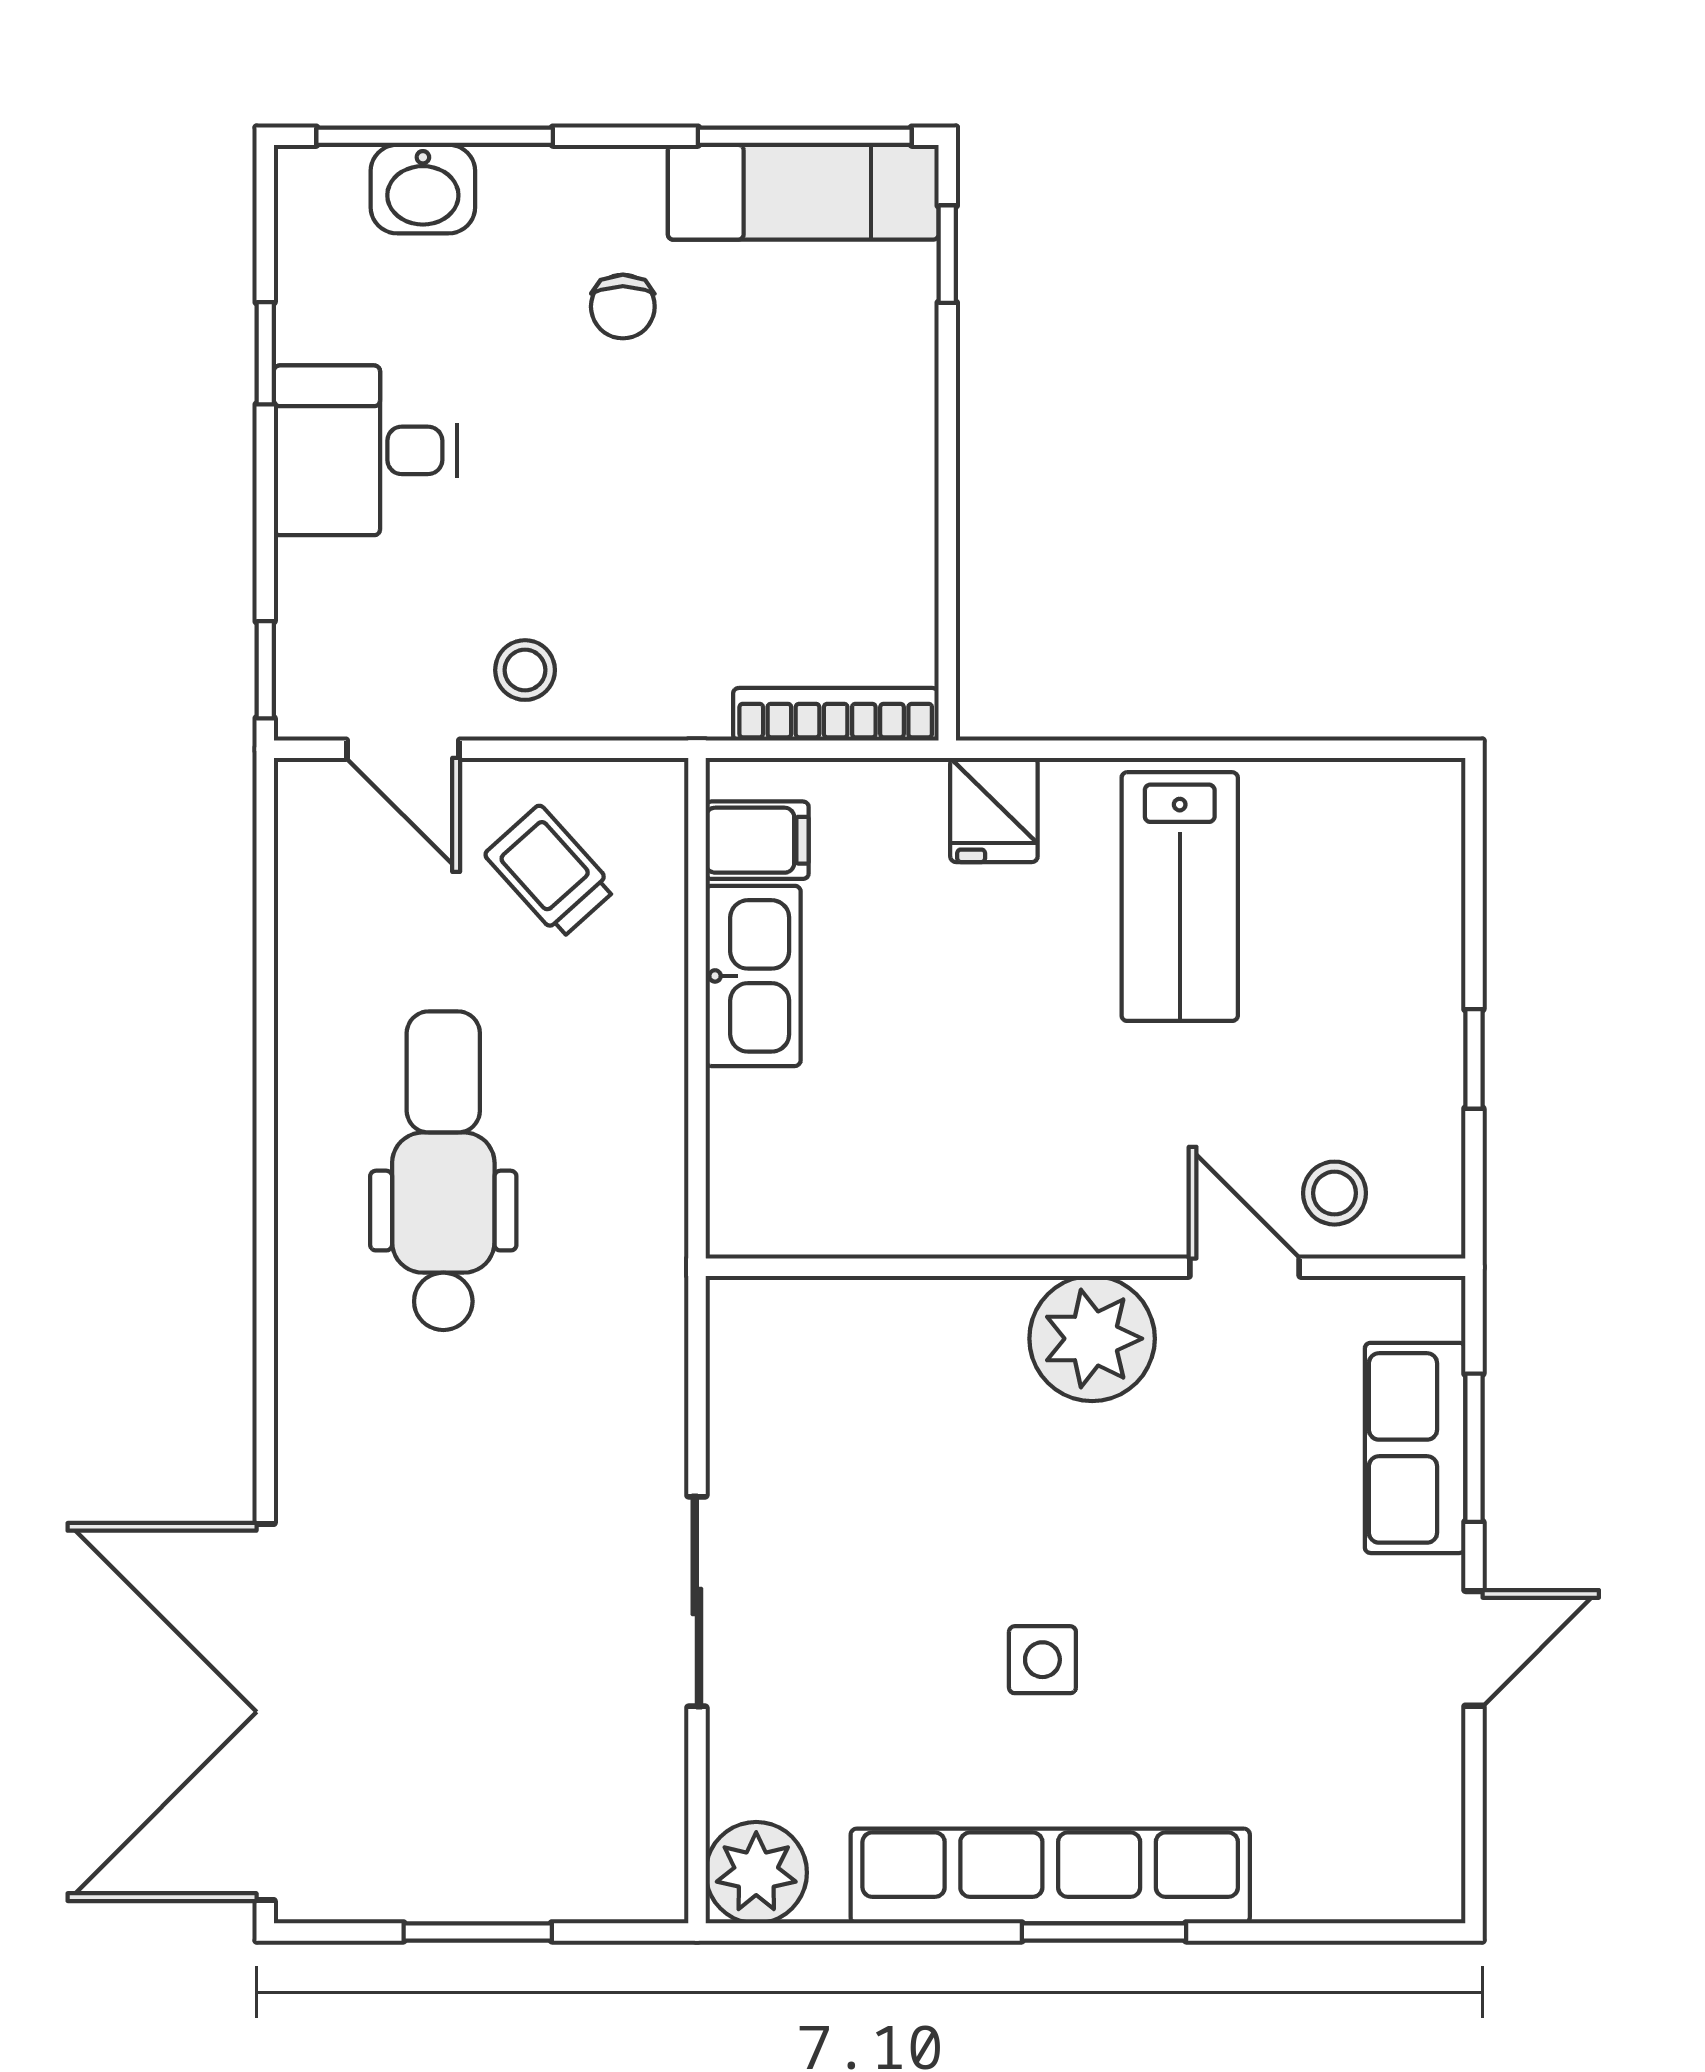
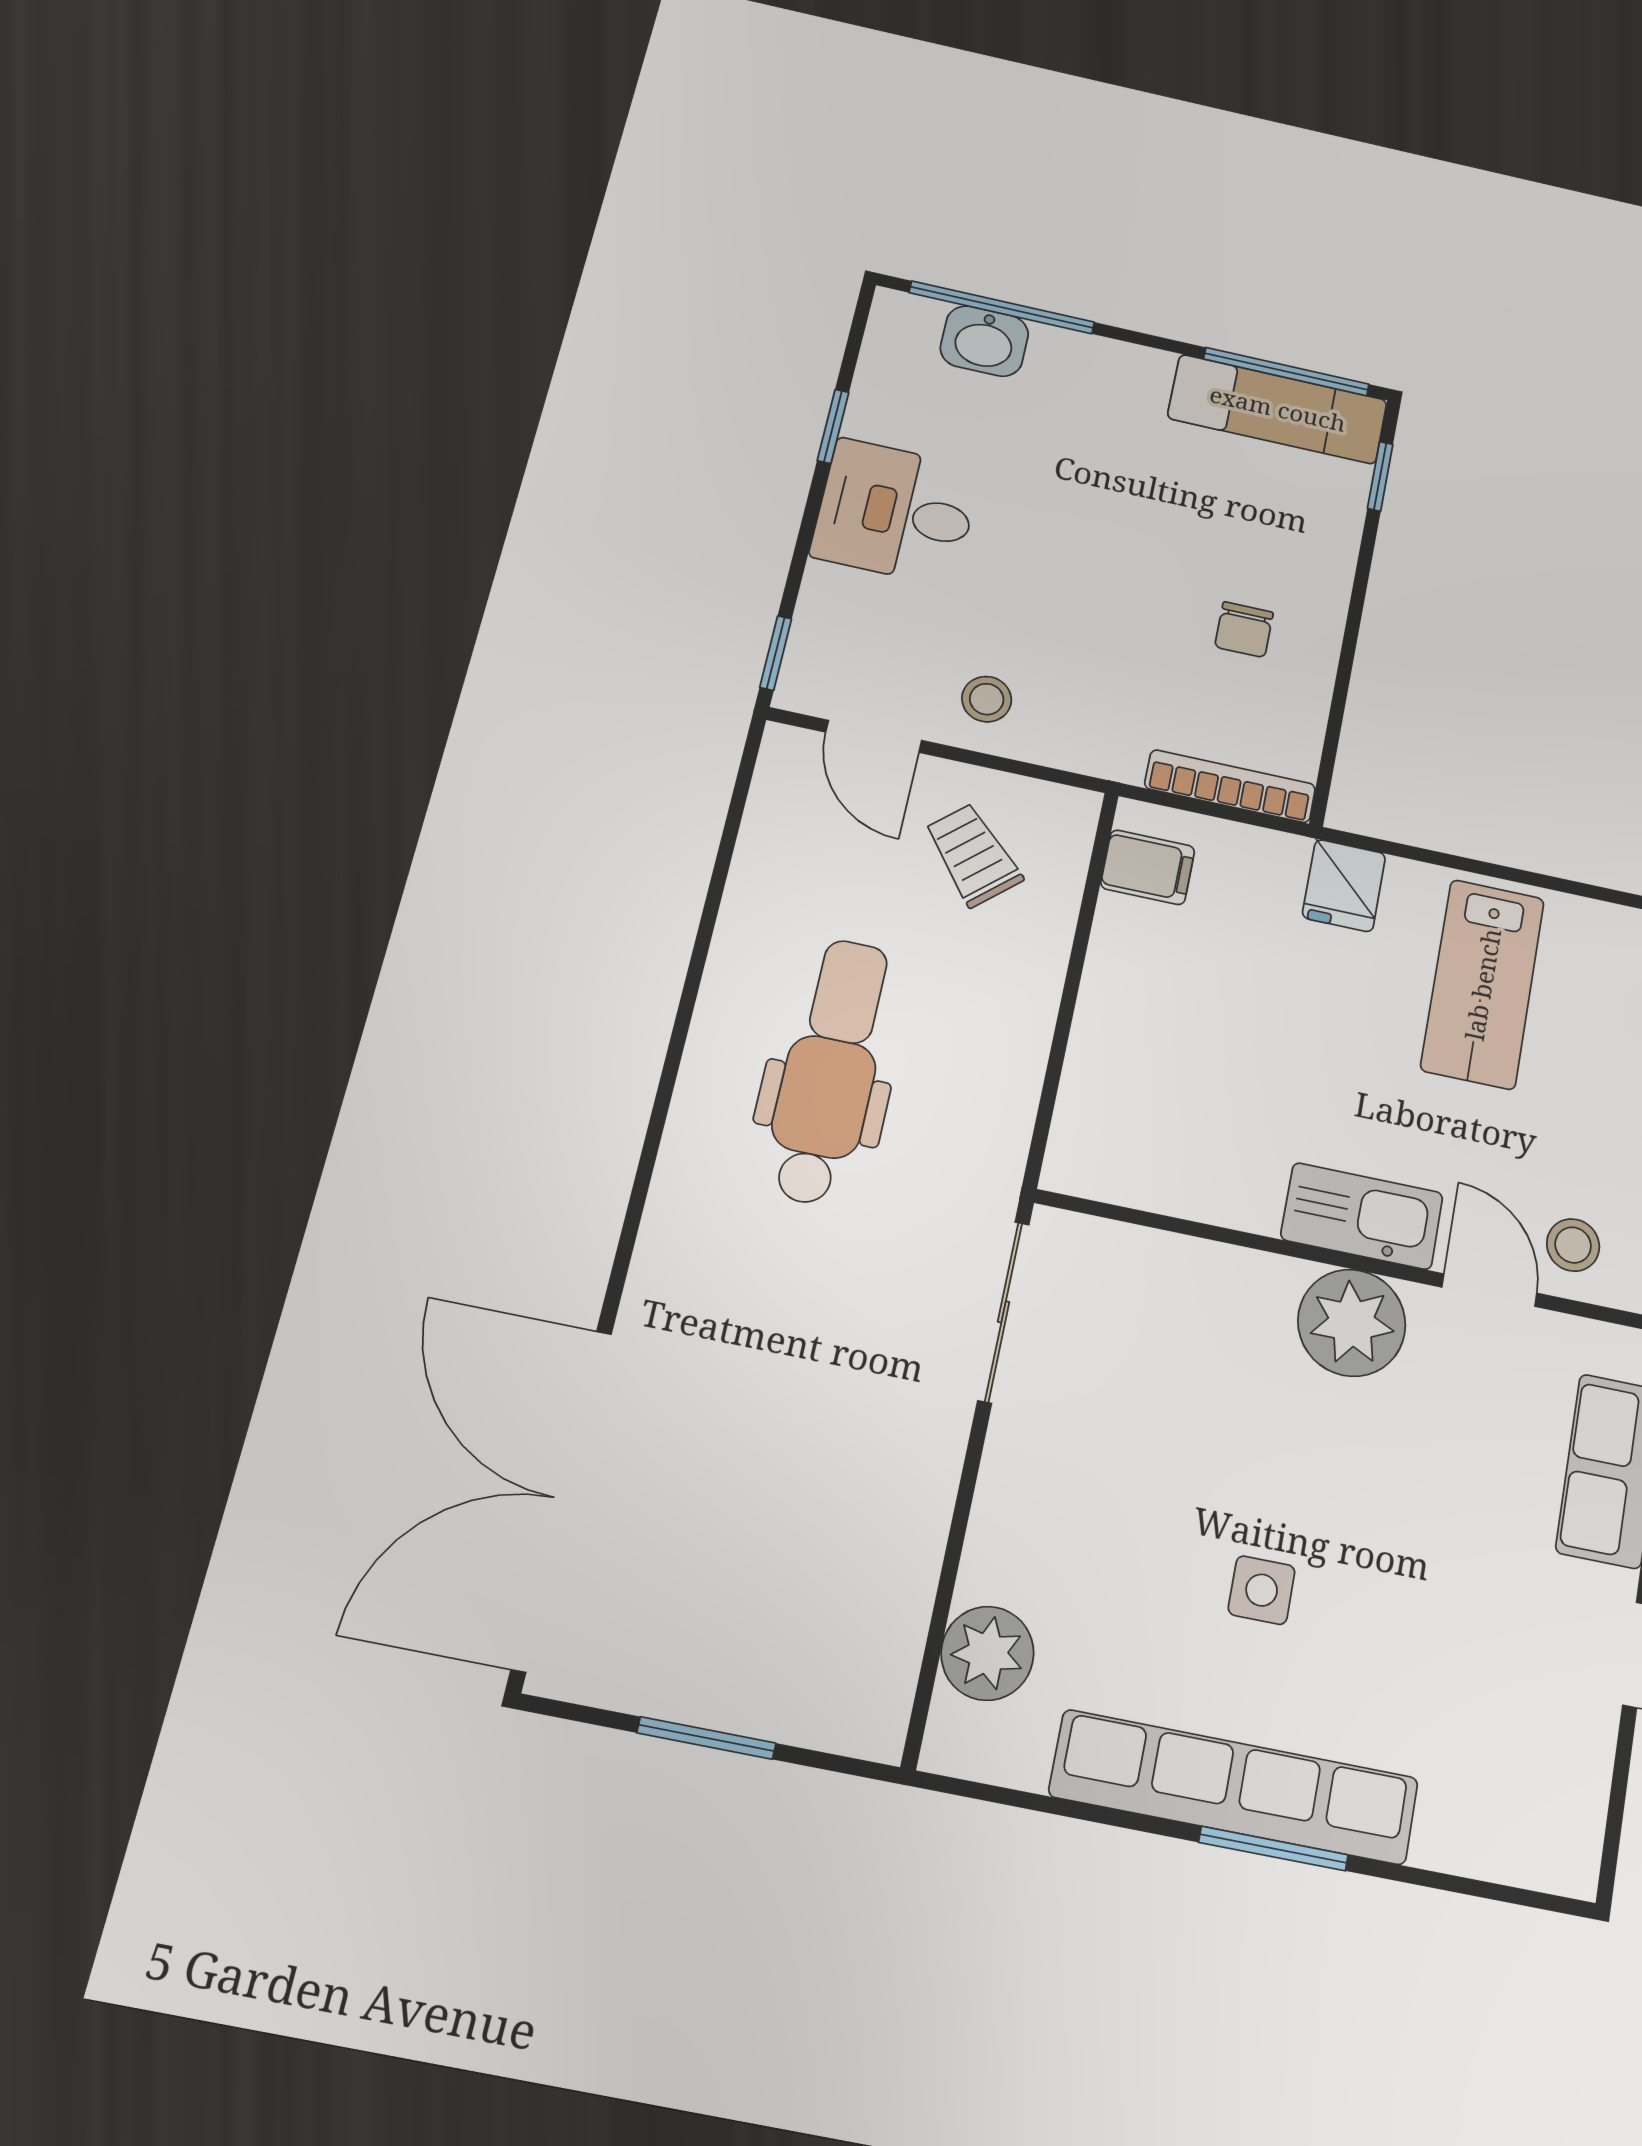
chair: (623, 307) -> (1244, 630), moved
kitchen sink: (753, 976) -> (1362, 1216), moved, turned -90
sliding door: (697, 1602) -> (1004, 1312), moved
plant: (756, 1873) -> (987, 1653), moved

